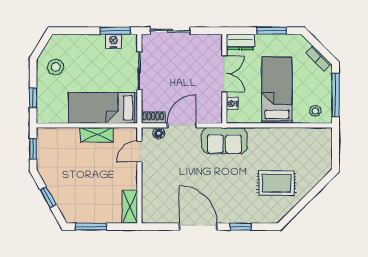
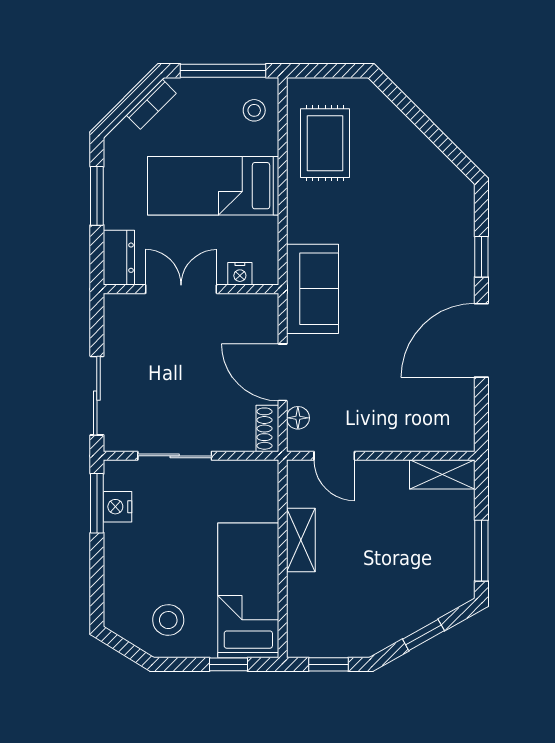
bed: (103, 108) -> (248, 590), moved, turned 180
rug: (276, 183) -> (325, 143), moved

